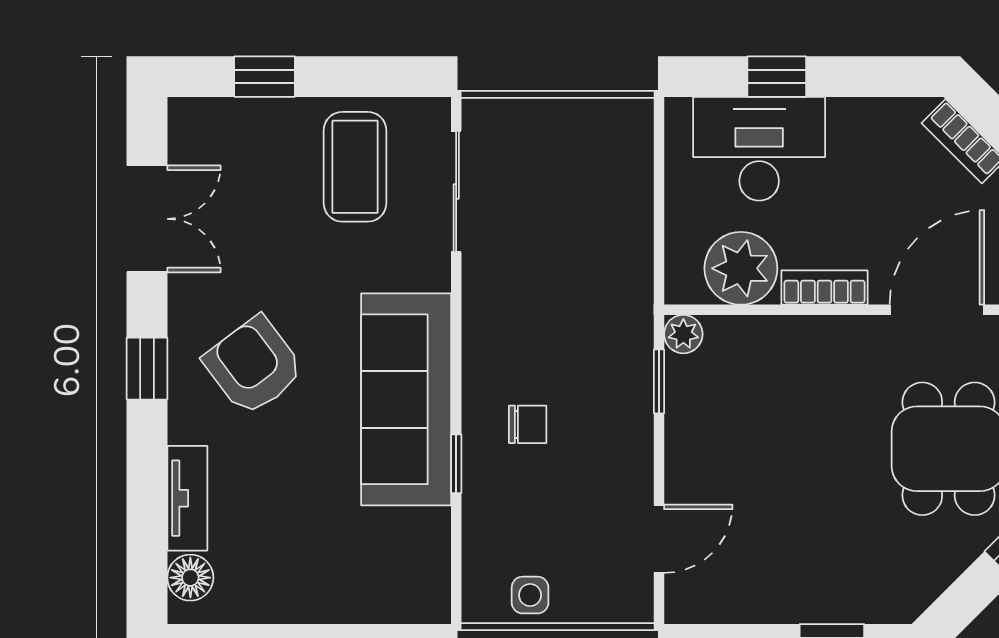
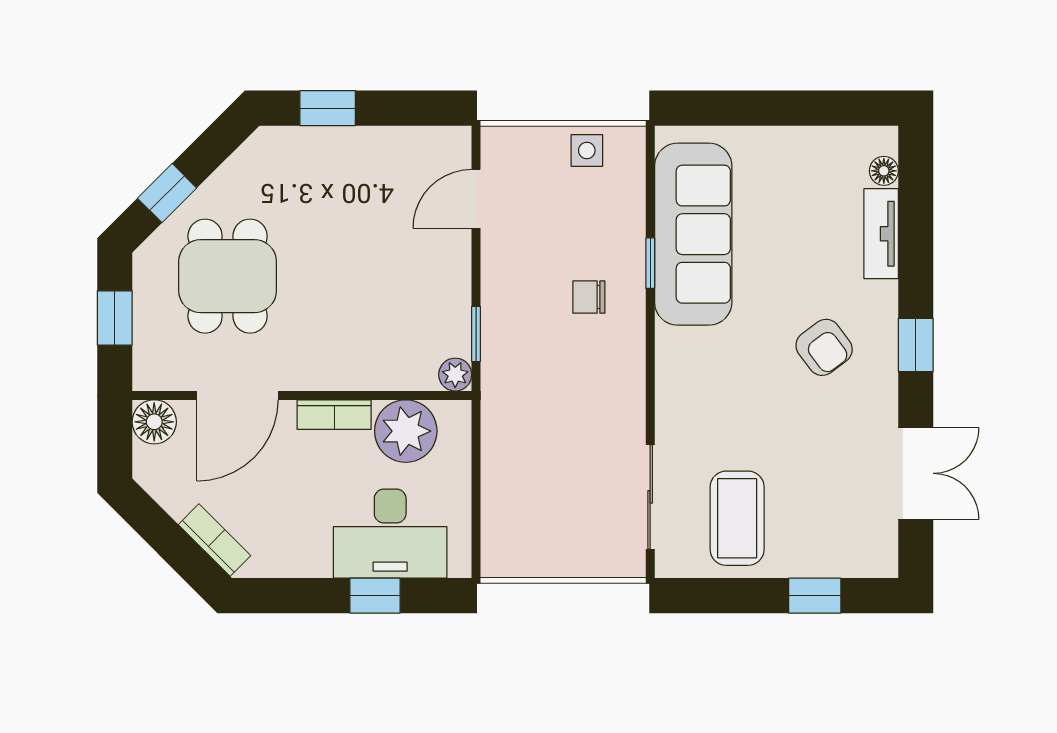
double door: (147, 219) -> (916, 473), swing flipped
armchair: (254, 366) -> (824, 347), width x0.72, depth x0.72
sofa: (406, 399) -> (693, 234), moved
floor lamp: (190, 578) -> (884, 171), width x0.73, depth x0.73

